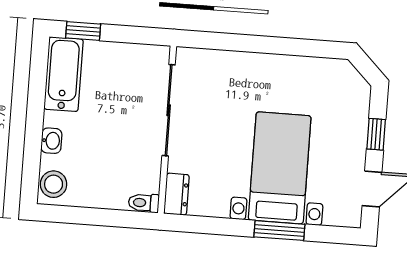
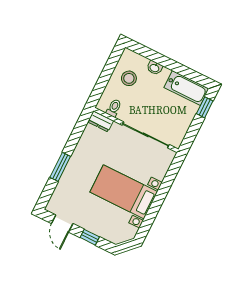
bed with nightstands: (280, 168) -> (124, 192), moved, turned 180
stool: (54, 184) -> (129, 78), moved
toilet: (144, 203) -> (114, 108), moved

